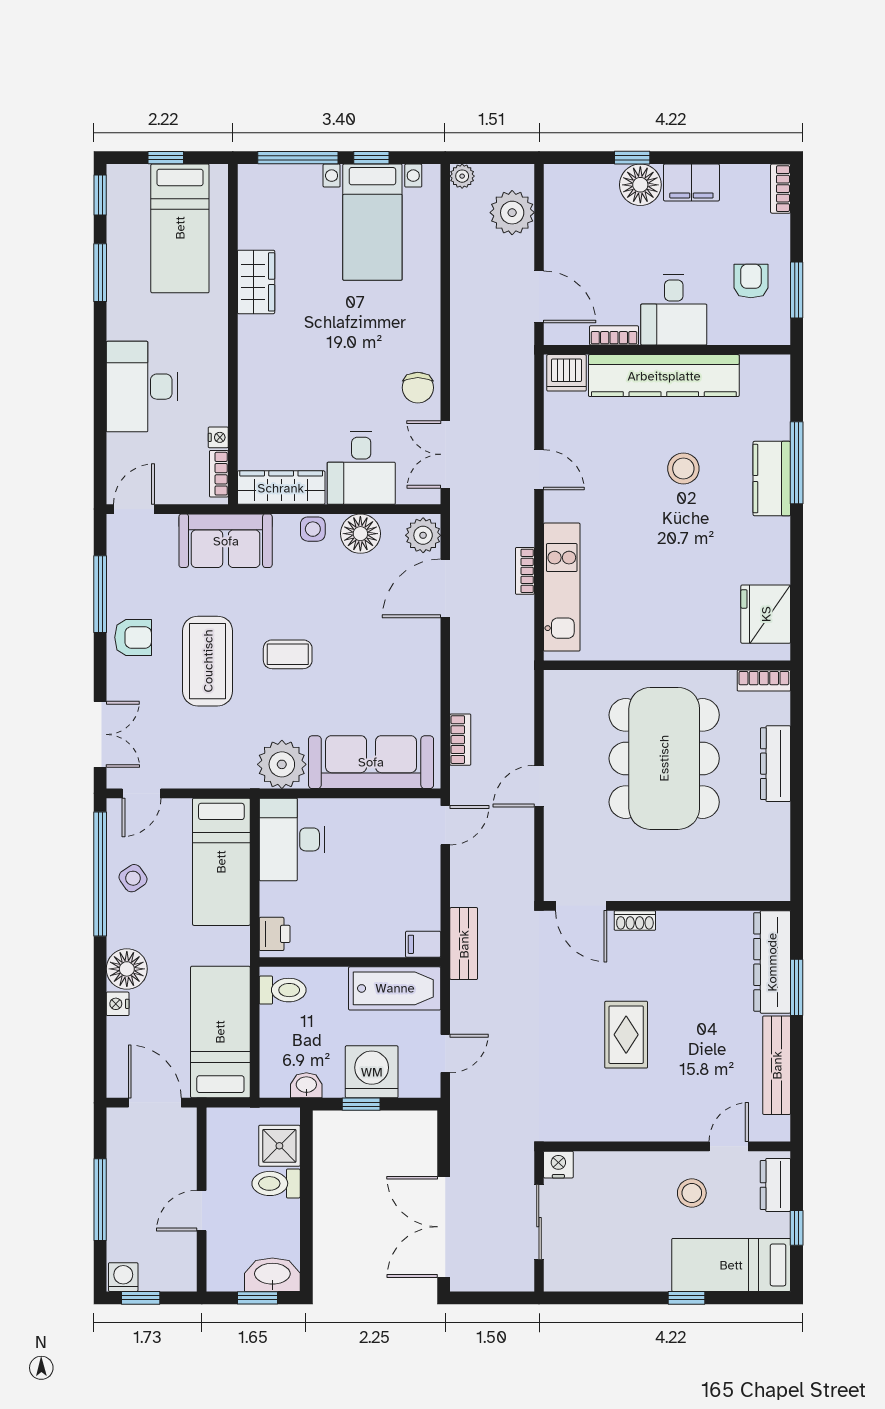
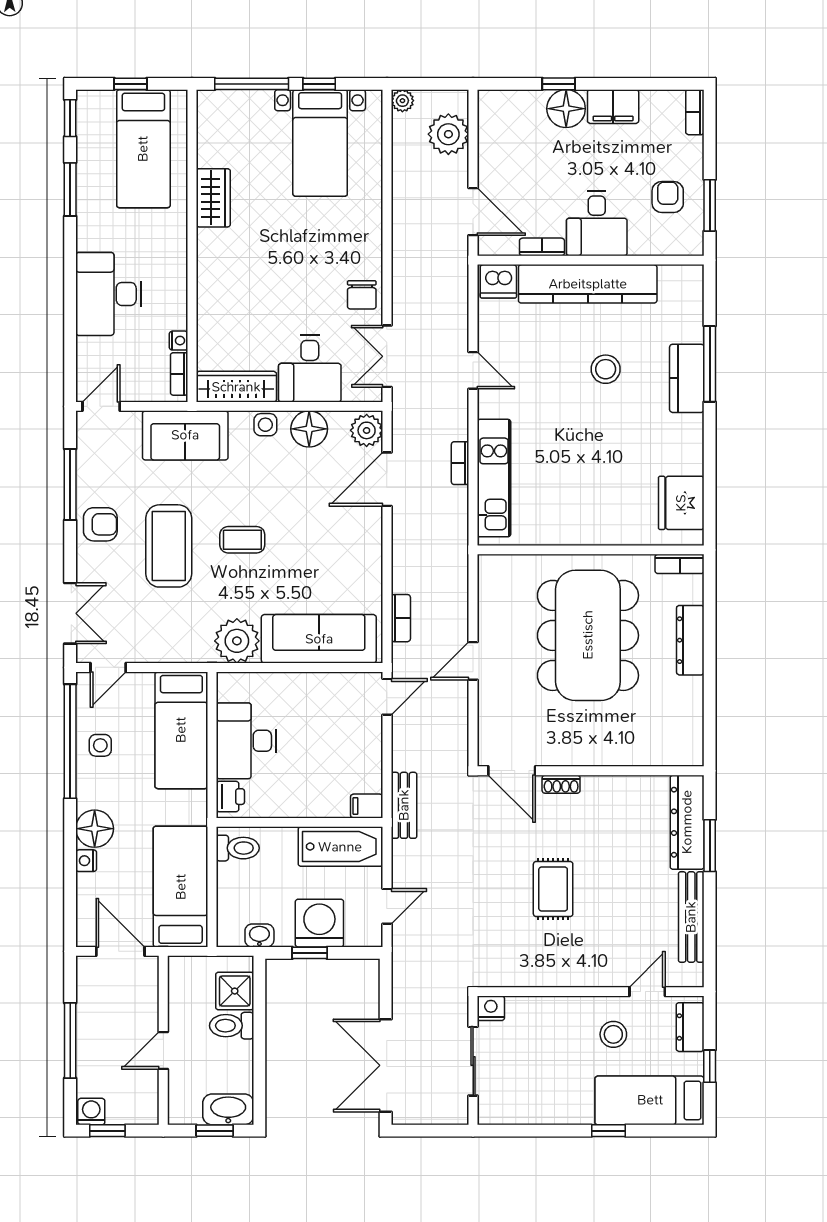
desk: (292, 839) -> (246, 741), moved
side table: (133, 878) -> (100, 745), turned 34

